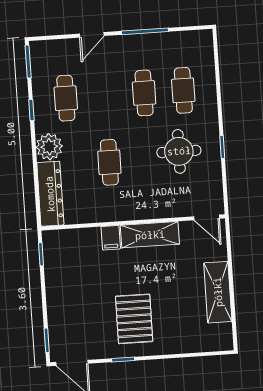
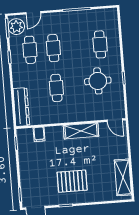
door: (92, 35) -> (33, 13), moved
cafe table: (144, 93) -> (53, 48), moved
plant: (49, 147) -> (16, 27), moved
filing cabinet: (111, 238) -> (39, 134), moved
shelving: (218, 292) -> (123, 177), moved
pallet: (134, 319) -> (72, 181), turned 90

